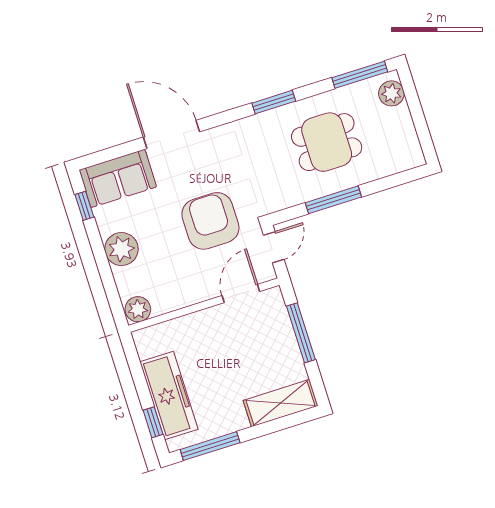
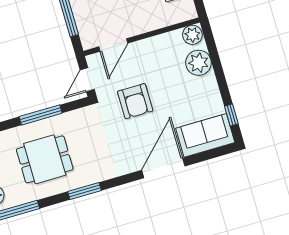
door: (172, 134) -> (163, 168), swing flipped
armchair: (210, 221) -> (135, 101), width x0.73, depth x0.73
plant: (121, 249) -> (198, 63), moved

